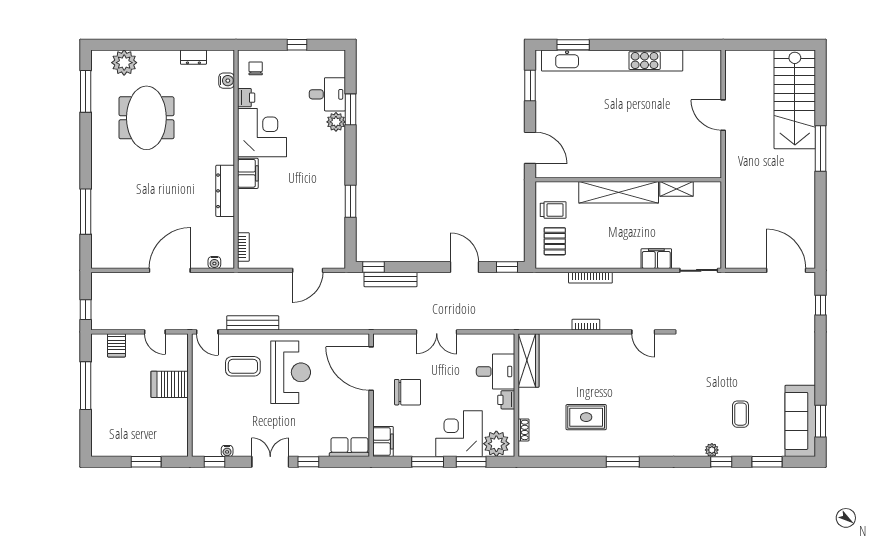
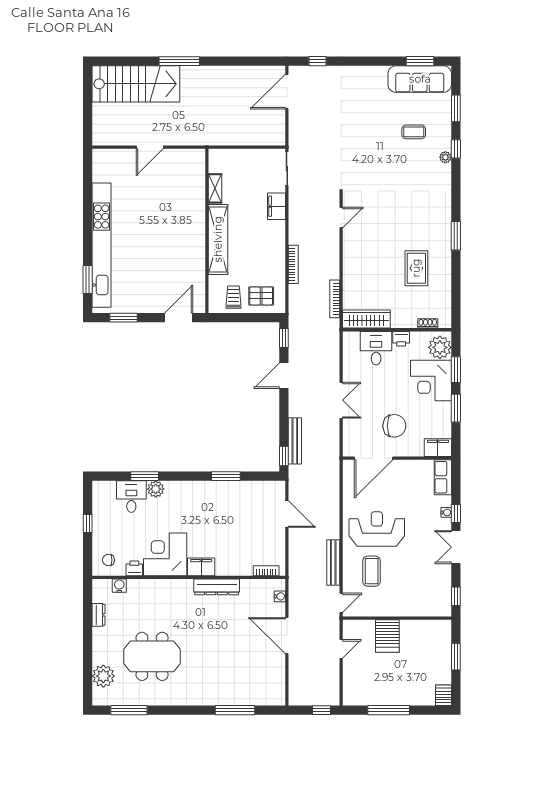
bookcase: (586, 325) -> (335, 299), moved, width x1.56
server rack: (116, 345) -> (443, 695), moved, turned -90
chair: (408, 392) -> (394, 426), turned 90
water cooler: (227, 451) -> (446, 512), moved

